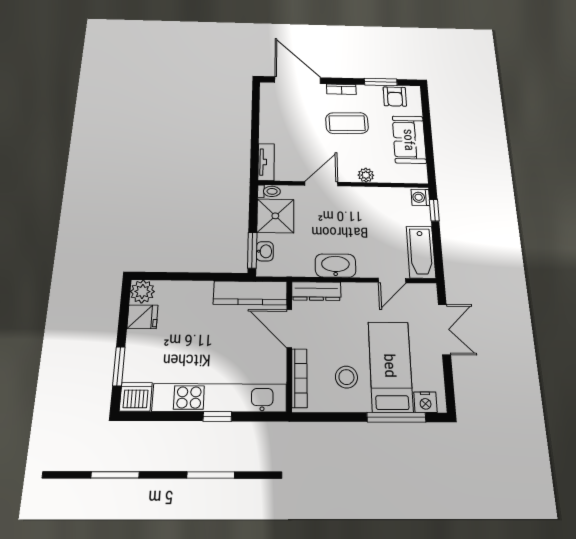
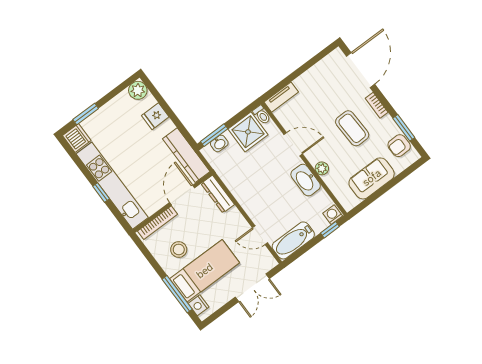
washbasin: (335, 266) -> (306, 180), moved, turned 180
fridge: (142, 317) -> (155, 116), moved, turned 90

